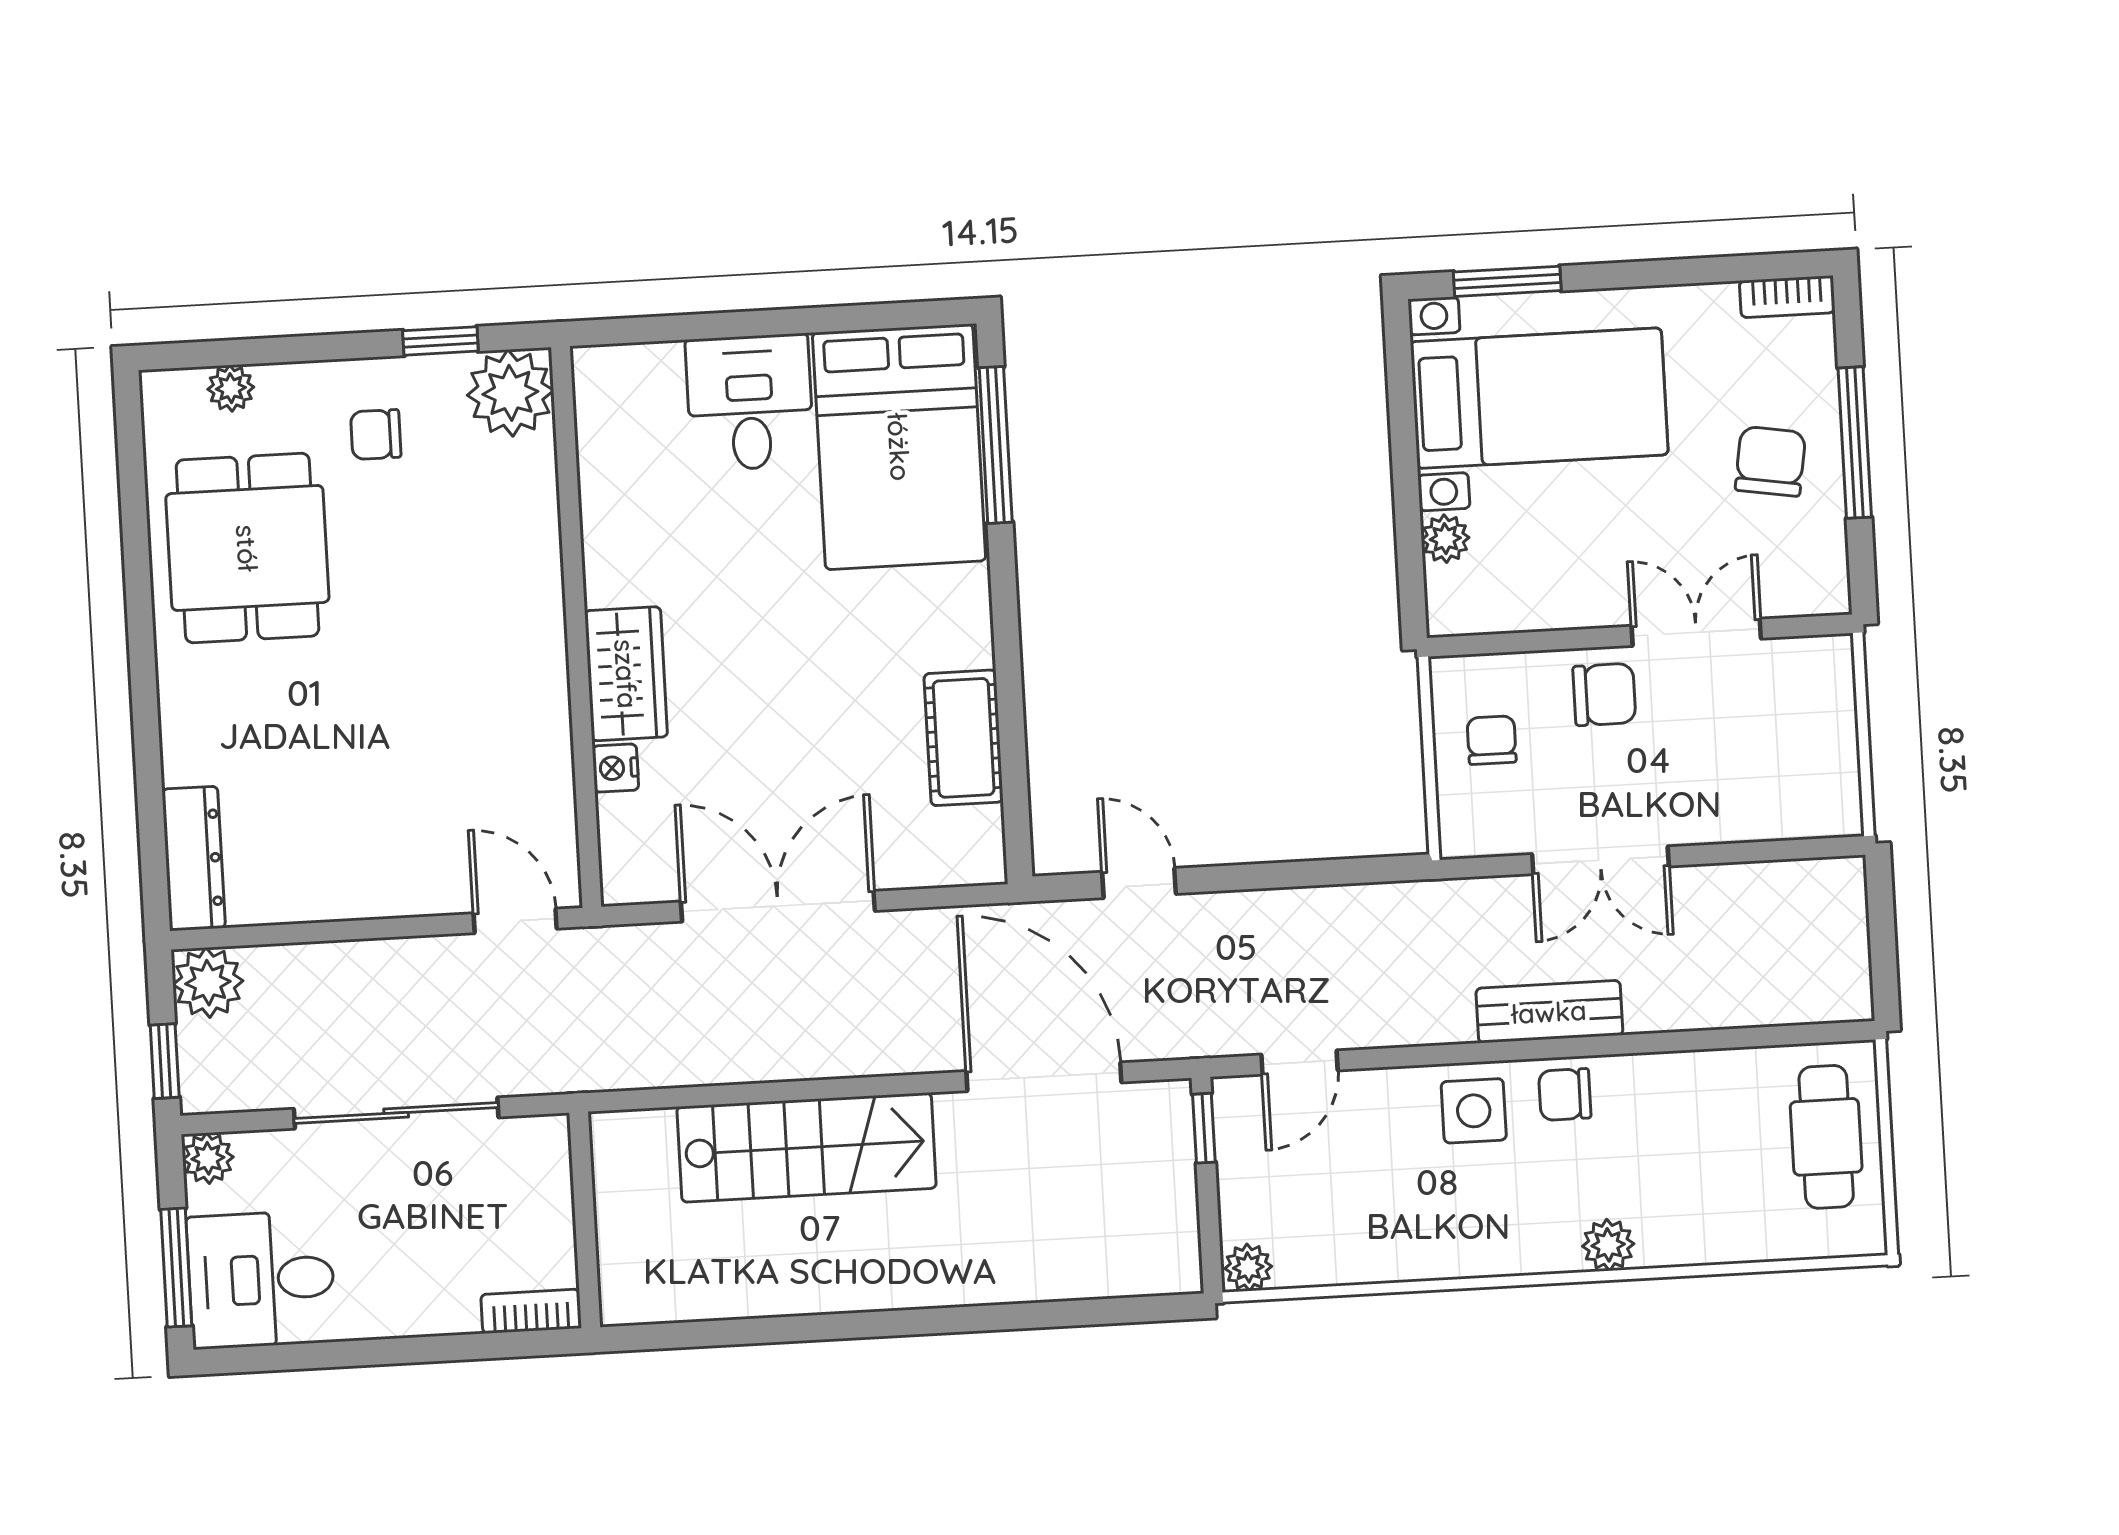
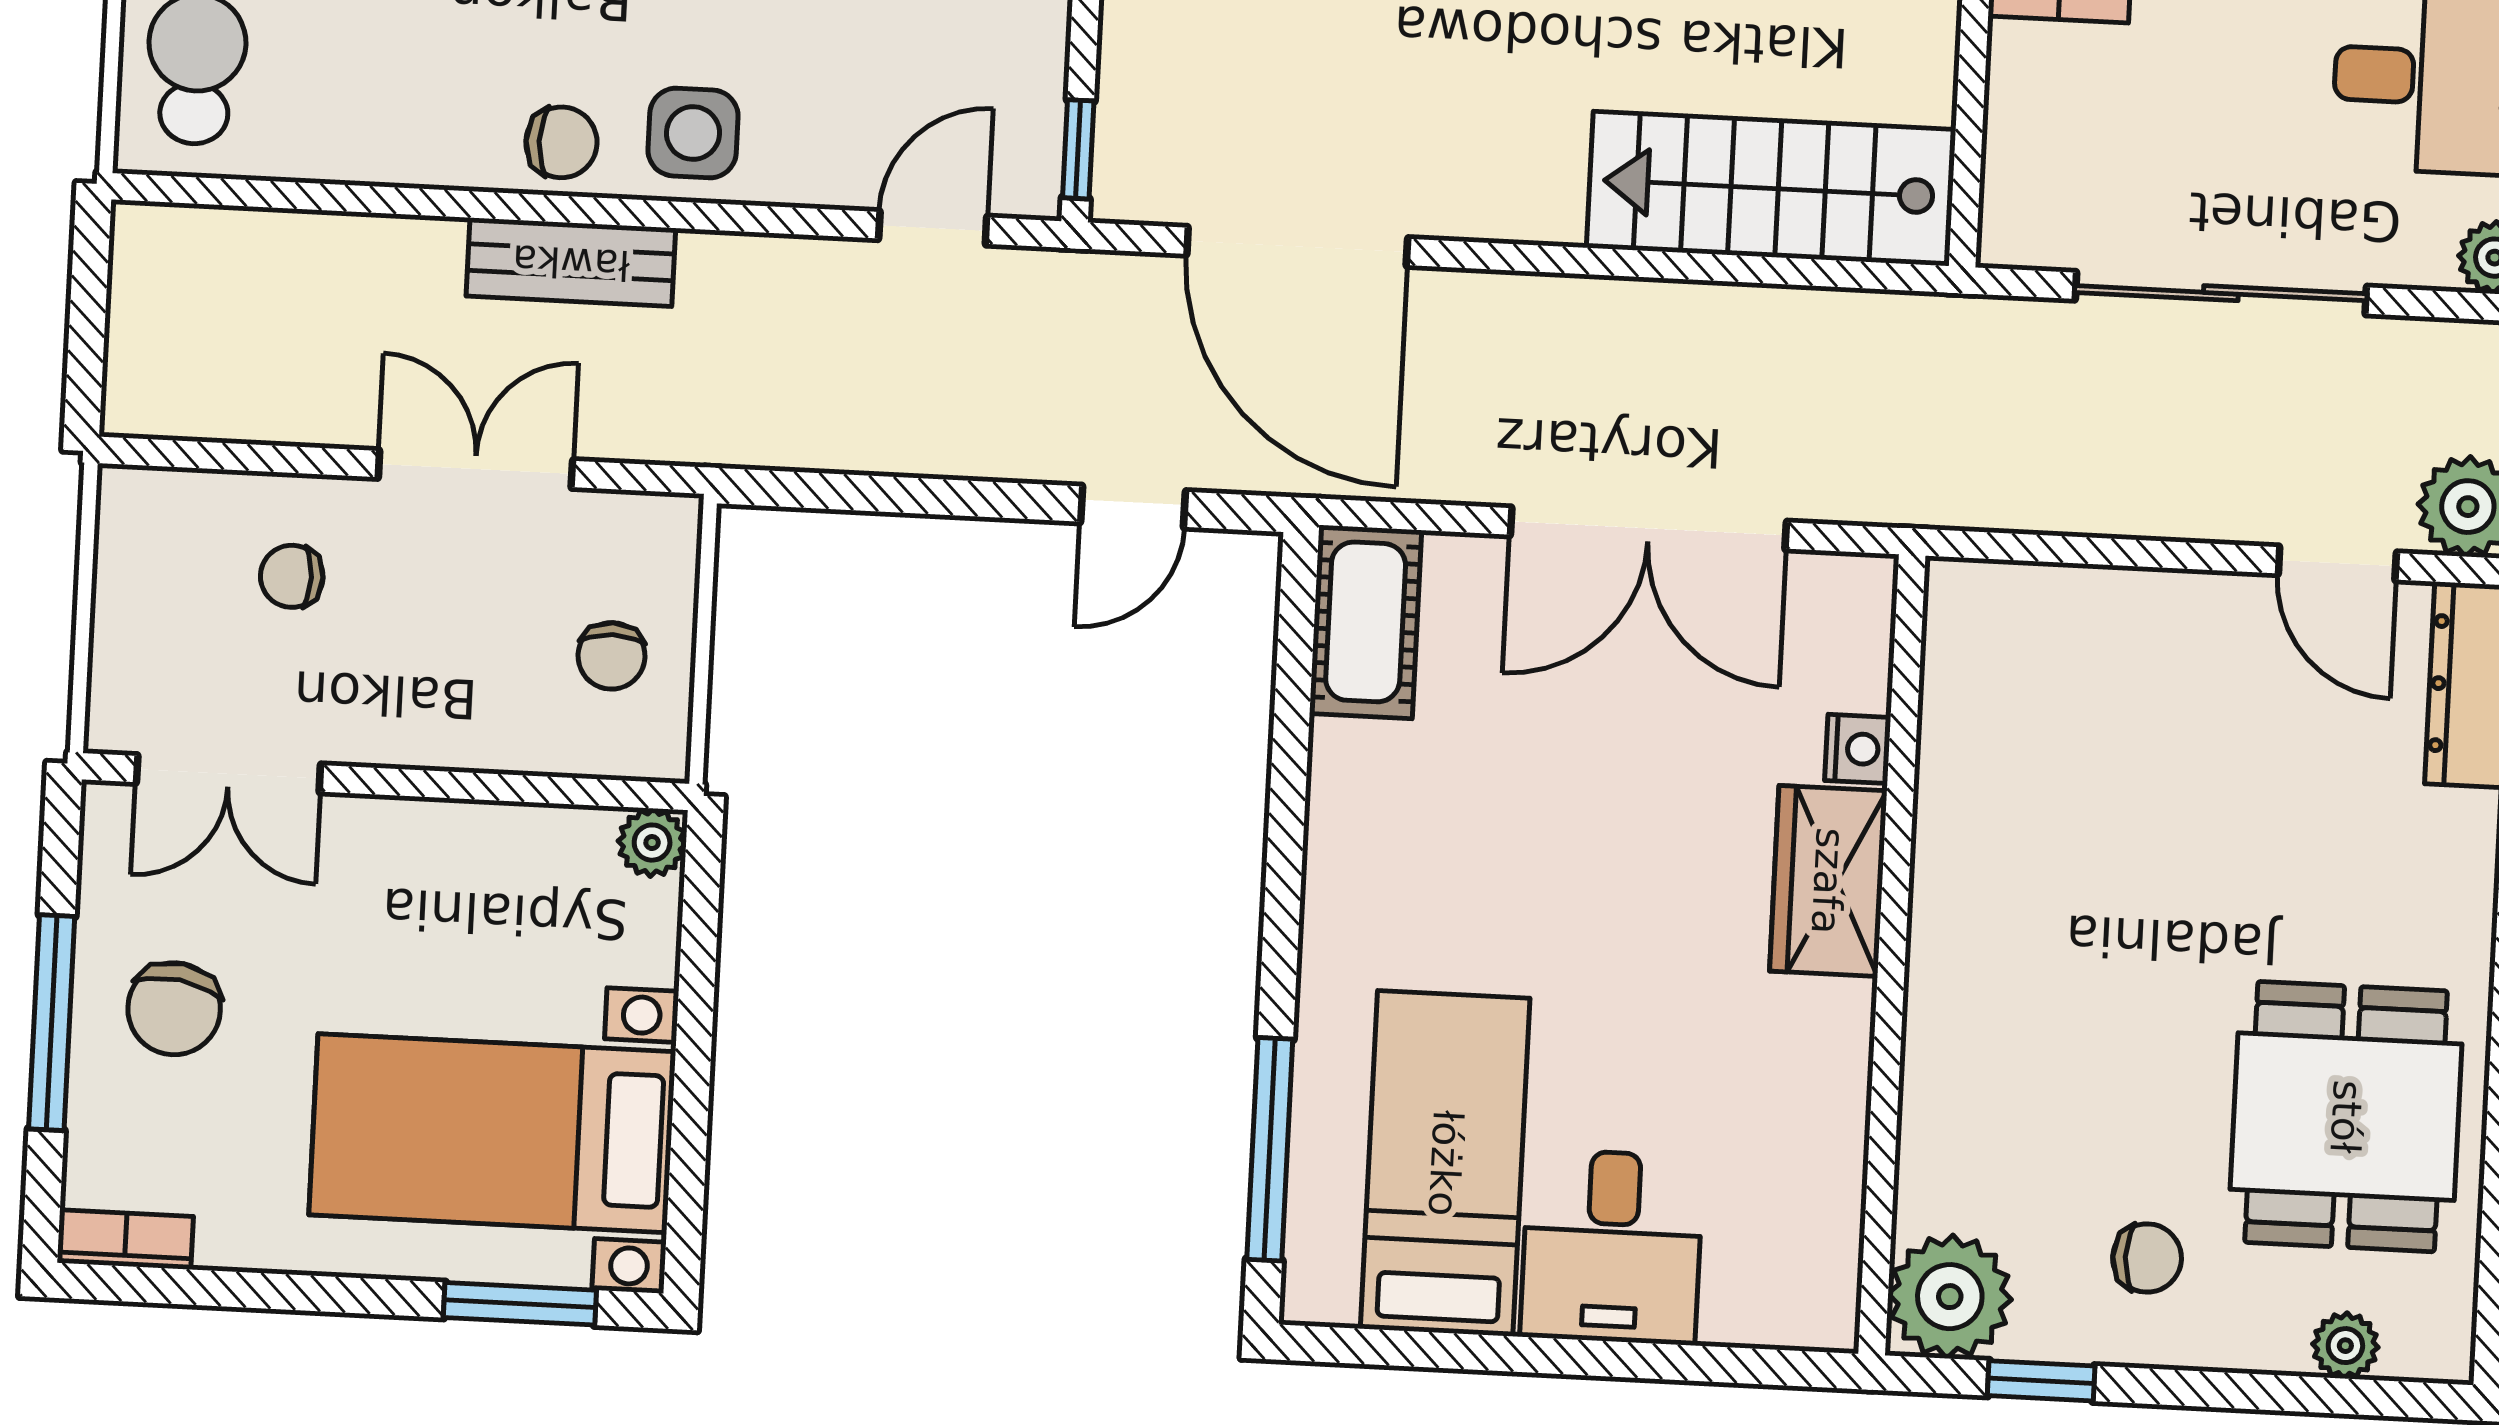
bed: (899, 447) -> (1445, 1163), width x0.67
plant: (1445, 539) -> (652, 843), moved
double door: (1696, 632) -> (228, 774), moved
chair: (1604, 694) -> (292, 576), moved, width x0.73, depth x0.73
cot: (964, 738) -> (1366, 622), moved
door: (1139, 883) -> (1133, 507), hinge flipped
door: (515, 921) -> (2337, 563), moved
stairs: (807, 1147) -> (1771, 189), moved

